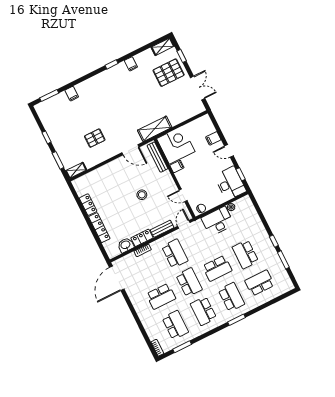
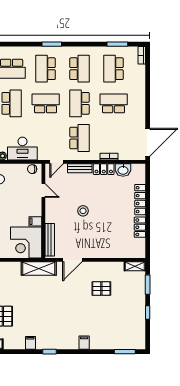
filing cabinet: (72, 94) -> (84, 343), moved
door: (130, 150) -> (72, 260), swing flipped
school desk: (175, 254) -> (80, 138), turned 180

